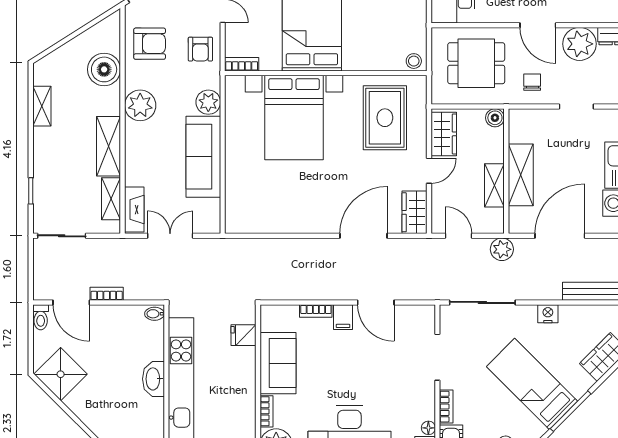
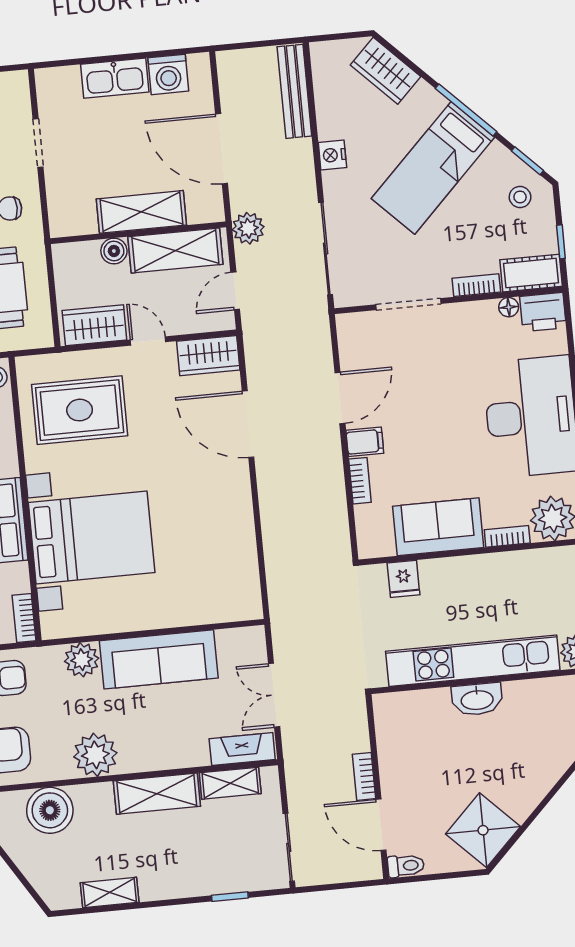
boiler: (495, 118) -> (114, 251), moved
shelving: (494, 185) -> (175, 251), width x1.50, depth x1.33
door: (71, 302) -> (381, 825), swing flipped
bidet: (155, 314) -> (386, 707), removed

